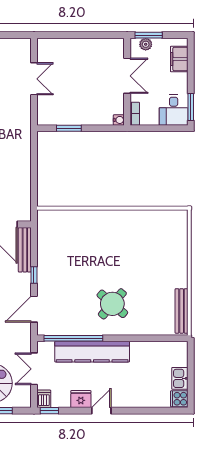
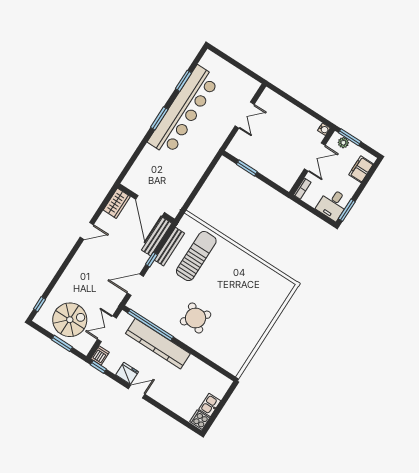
water cooler: (119, 120) -> (324, 129), moved
sun lounger: (75, 244) -> (196, 256), added
bench: (182, 311) -> (169, 247), moved

